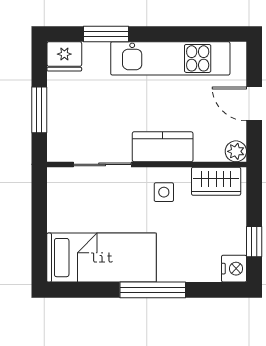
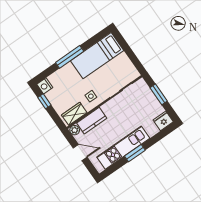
window: (106, 34) -> (135, 153), moved
kitchen counter: (163, 147) -> (92, 121), moved

